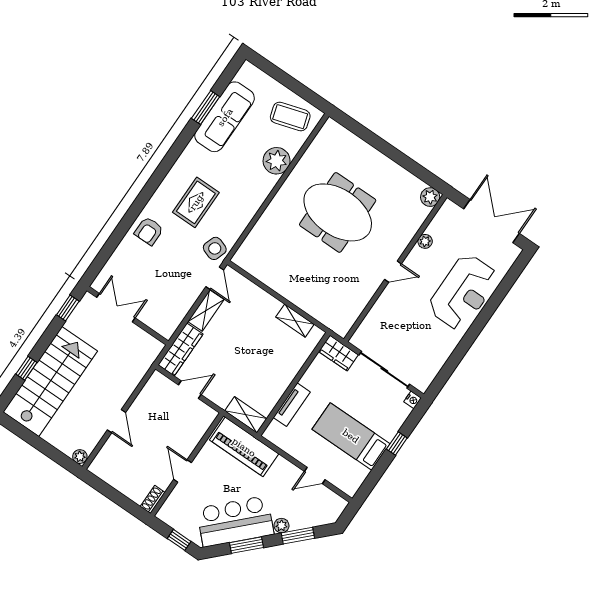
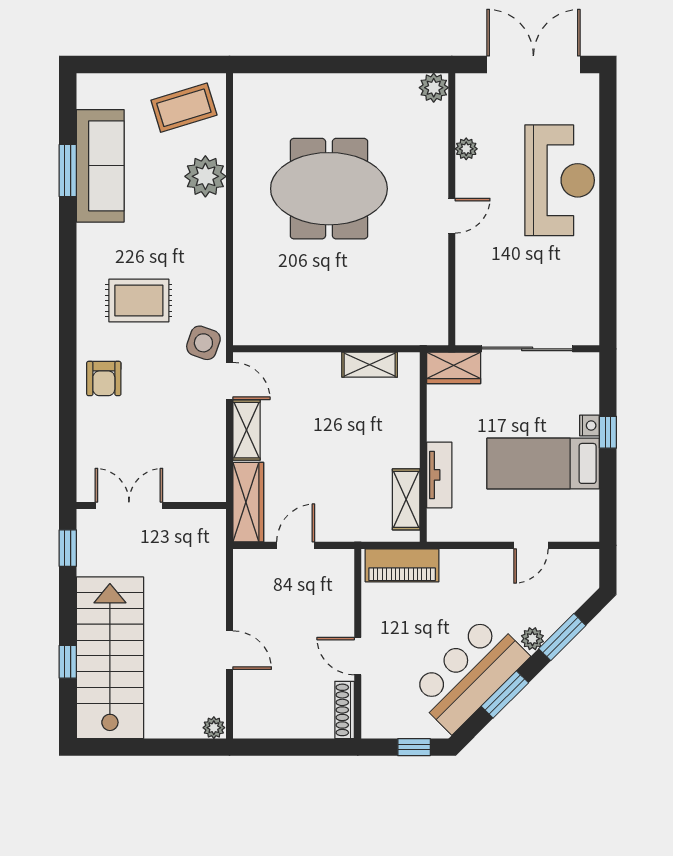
rug: (196, 202) -> (139, 301), turned 90
nightstand: (413, 400) -> (590, 425), moved
shelving: (246, 415) -> (406, 499), moved, turned 90
piano: (244, 447) -> (402, 565), width x0.73, depth x0.75
shoe rack: (153, 499) -> (345, 710), width x1.43

